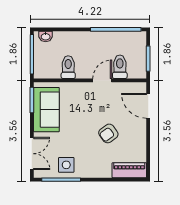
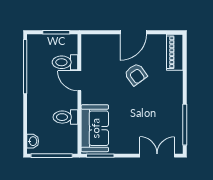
door: (148, 106) -> (133, 32), moved
sofa: (46, 110) -> (95, 128), moved, turned 90
side table: (66, 165) -> (169, 119), removed

